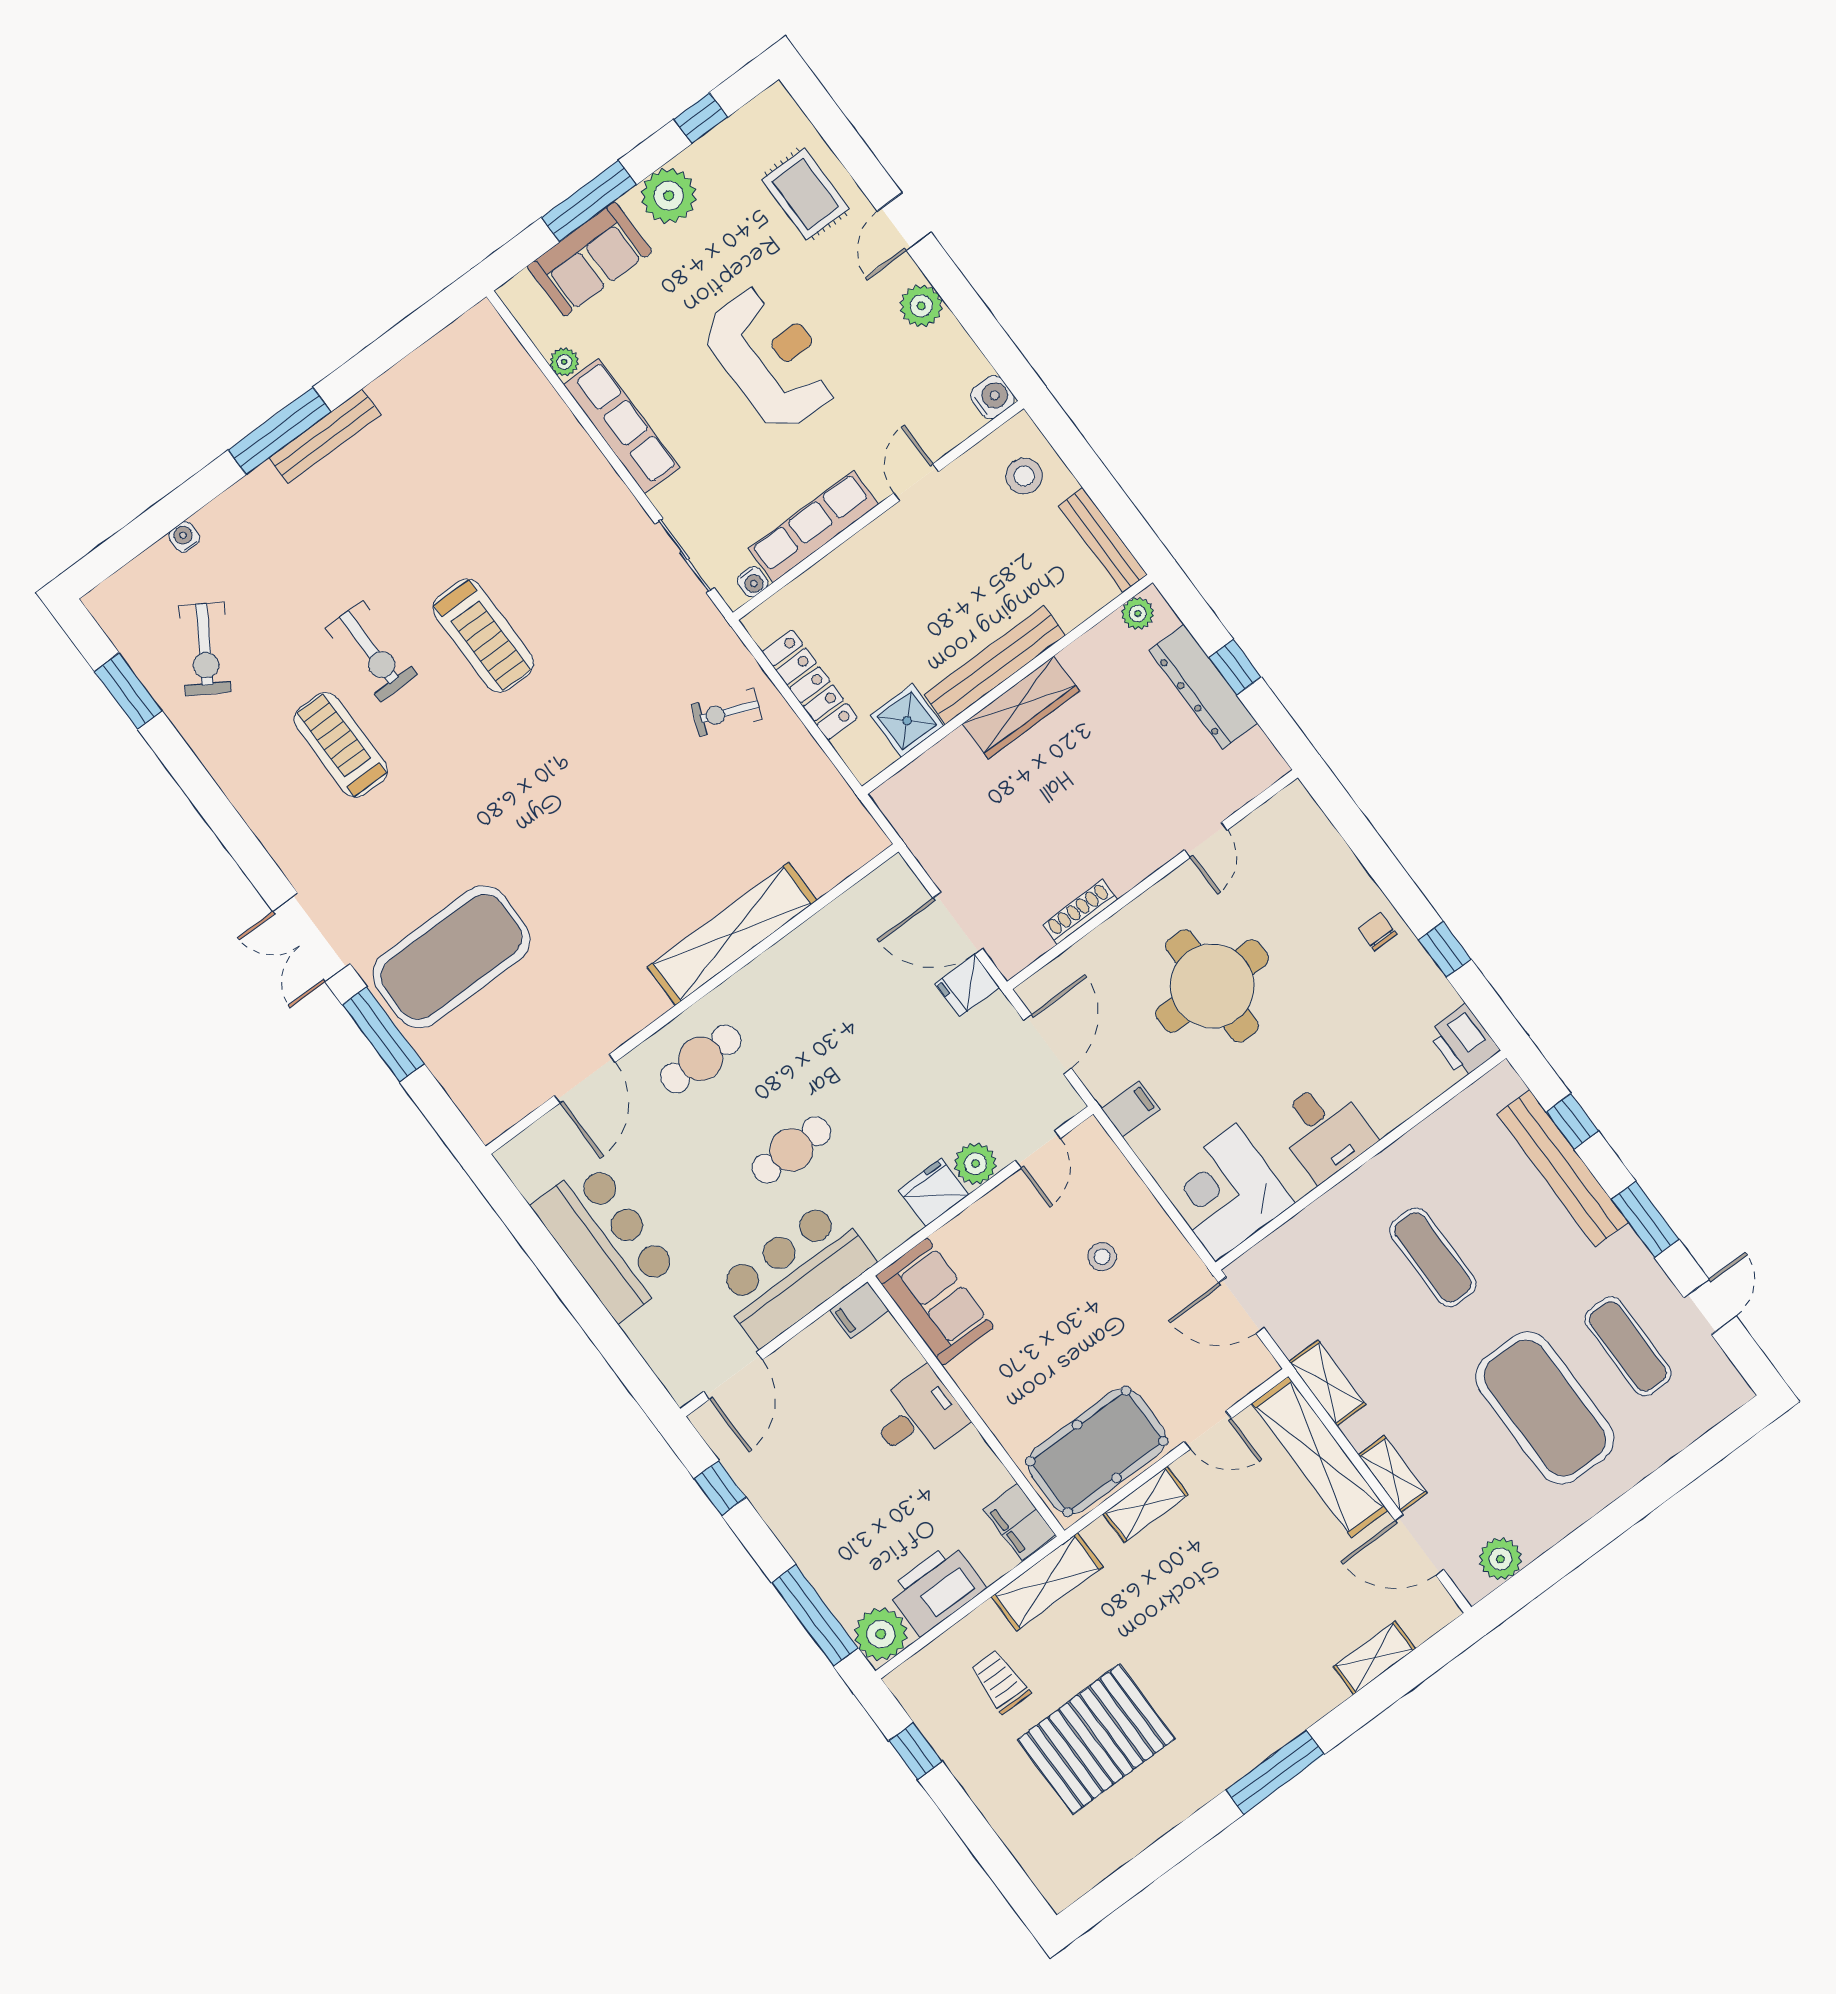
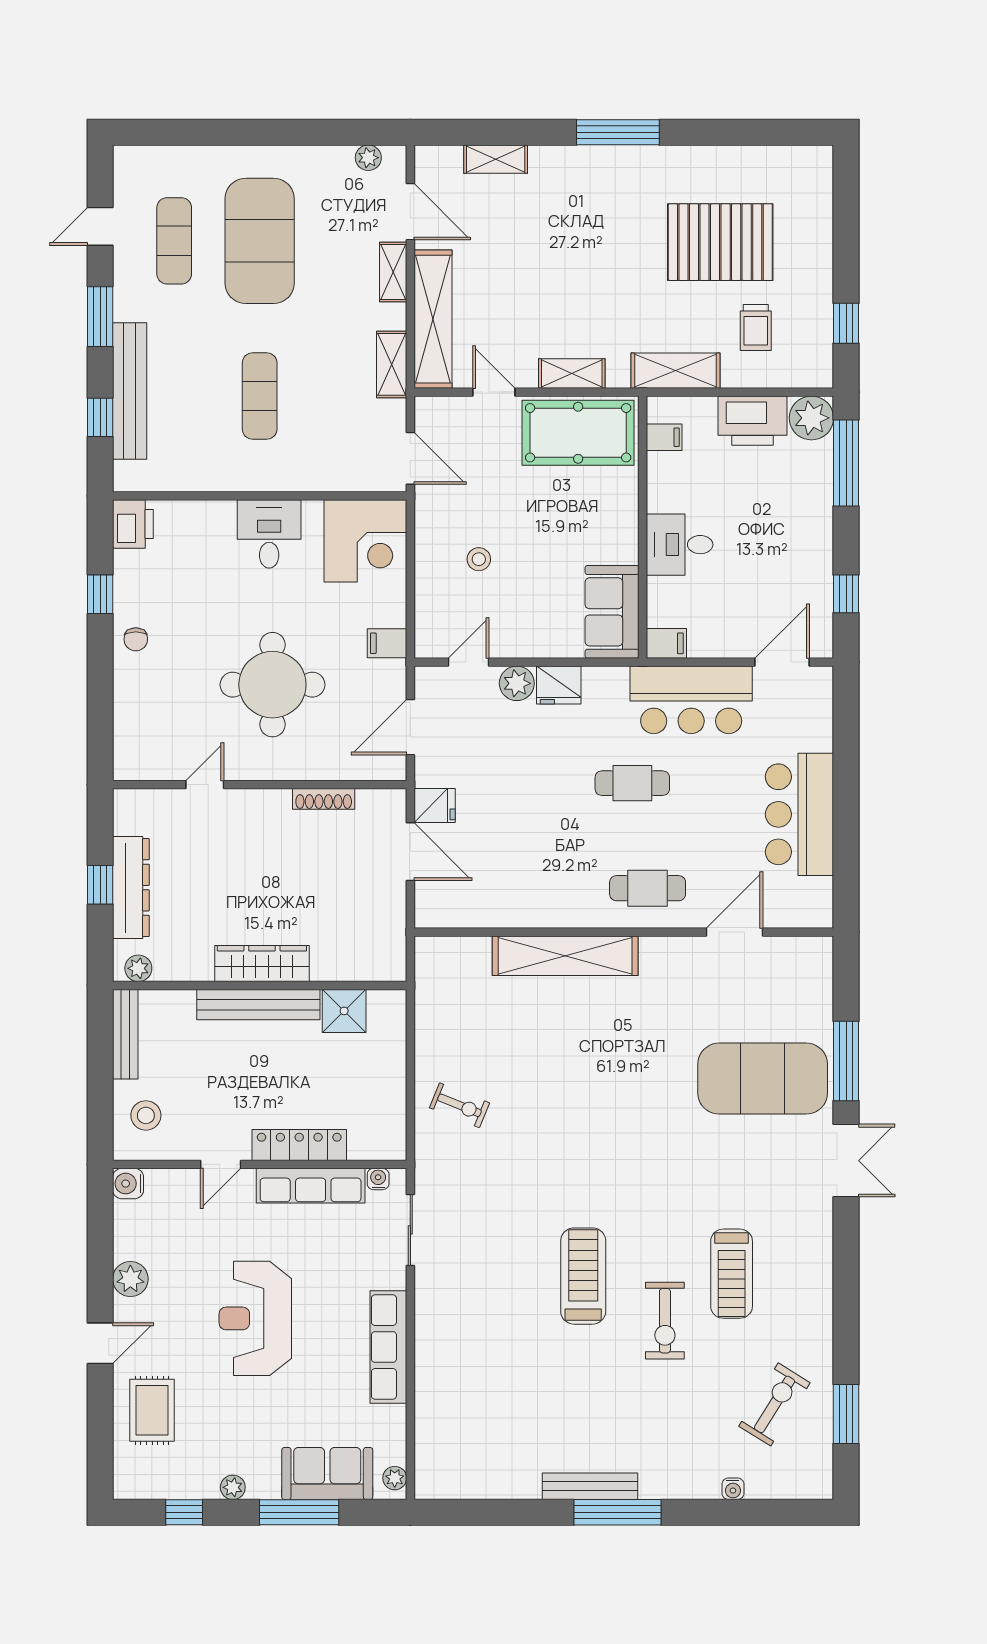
plant: (669, 196) -> (233, 1487), width x0.53, depth x0.53
plant: (564, 362) -> (395, 1478), moved
exercise bike: (372, 651) -> (665, 1321), turned 180
locker: (810, 685) -> (299, 1145), moved, turned 90
filing cabinet: (1020, 1522) -> (664, 437), width x0.50
plant: (1500, 1559) -> (368, 158), width x0.73, depth x0.73

